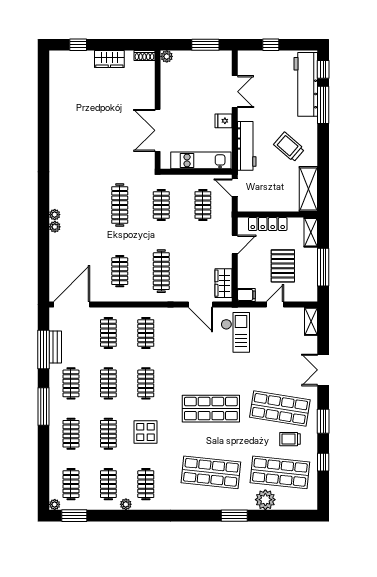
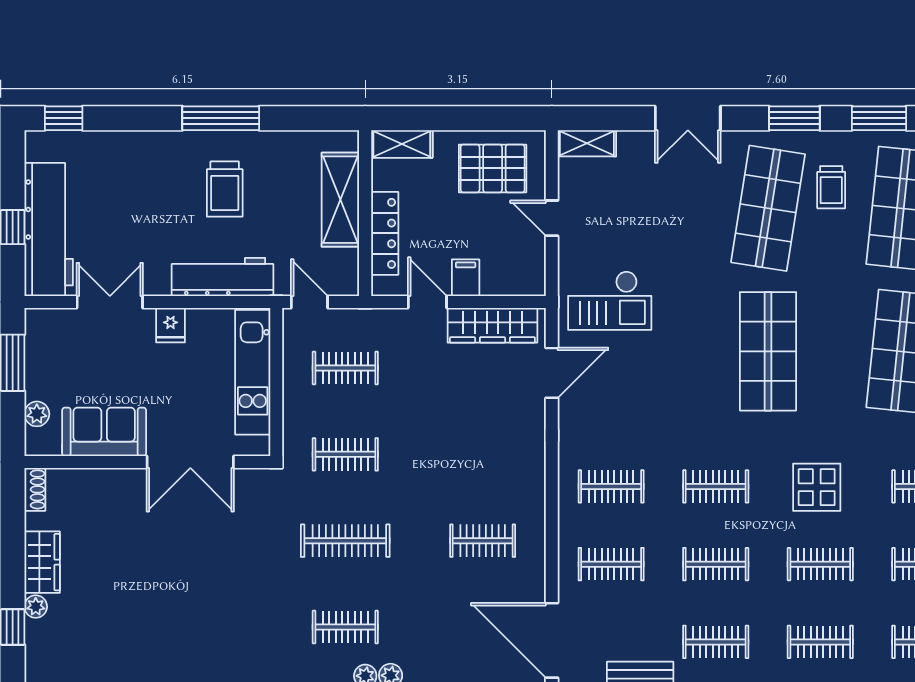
plant: (88, 56) -> (36, 607), added
plant: (167, 56) -> (37, 414), moved
workbench: (306, 84) -> (49, 229), moved, turned -90
sofa: (172, 89) -> (104, 432), added
window: (323, 105) -> (221, 118), moved
trolley: (289, 147) -> (225, 189), turned -41
door: (235, 188) -> (309, 302), swing flipped
shelving: (308, 189) -> (340, 200), moved, turned 90
pallet: (283, 266) -> (493, 168), moved
window: (323, 267) -> (474, 118), removed
clothes rail: (161, 271) -> (345, 627), moved, width x0.73
wardrobe: (223, 283) -> (492, 325), width x1.50
filing cabinet: (246, 295) -> (466, 278), moved
checkout: (235, 332) -> (610, 301), turned 180
window: (323, 462) -> (879, 118), width x1.50

